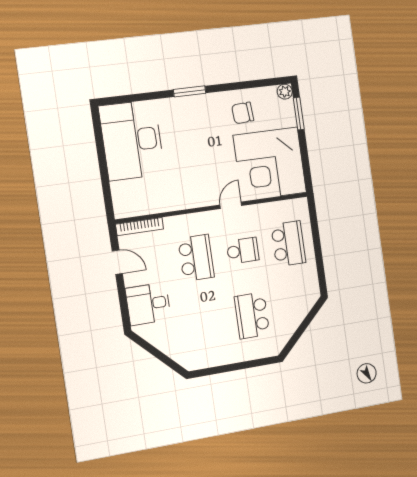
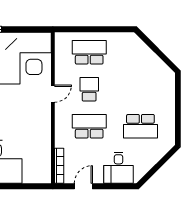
door: (231, 205) -> (53, 94), swing flipped
school desk: (252, 315) -> (140, 126), moved

